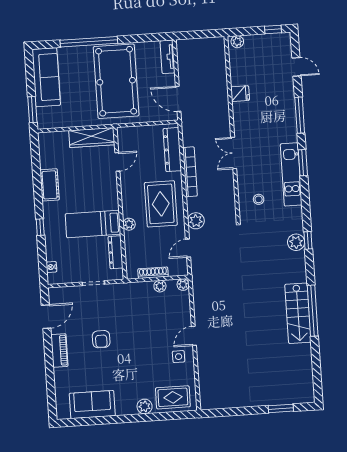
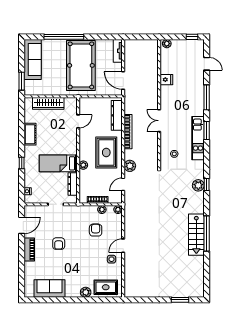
wardrobe: (92, 138) -> (48, 103), moved
armchair: (153, 316) -> (96, 230), added

